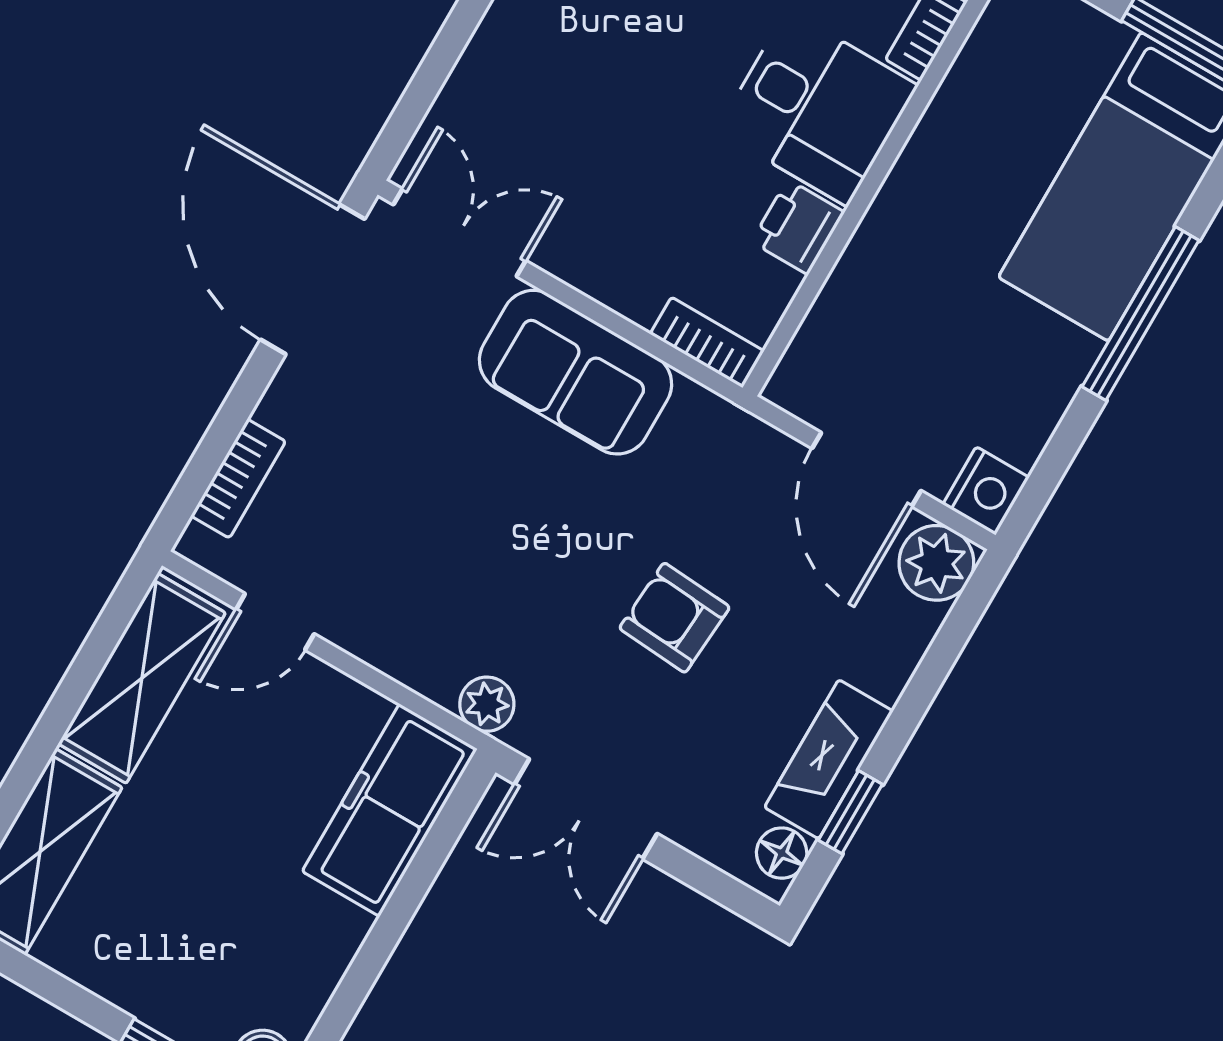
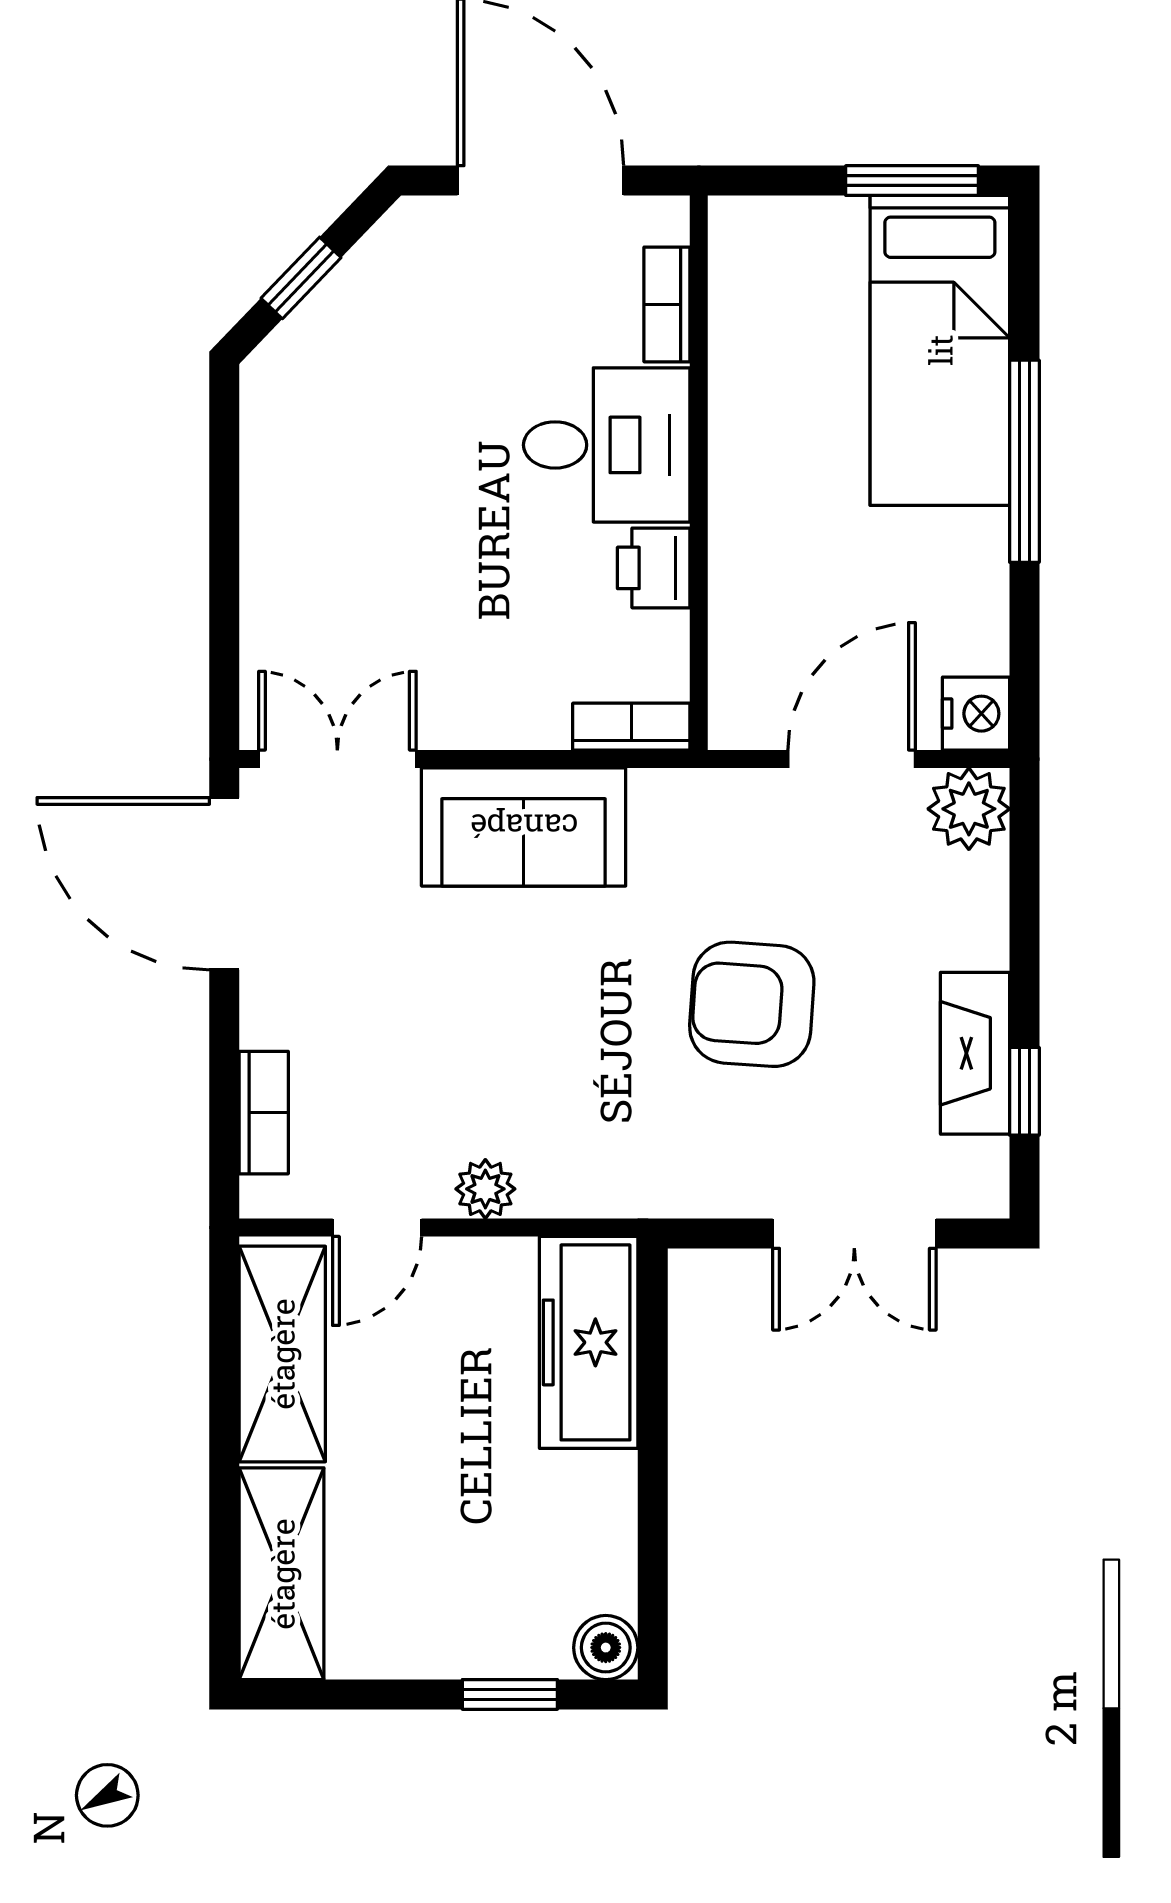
door: (866, 469) -> (852, 759), swing flipped
armchair: (675, 618) -> (752, 1004), width x1.38, depth x1.38
plant: (487, 704) -> (485, 1189), moved
double door: (586, 809) -> (854, 1233), moved
floor lamp: (782, 853) -> (982, 1168), removed

